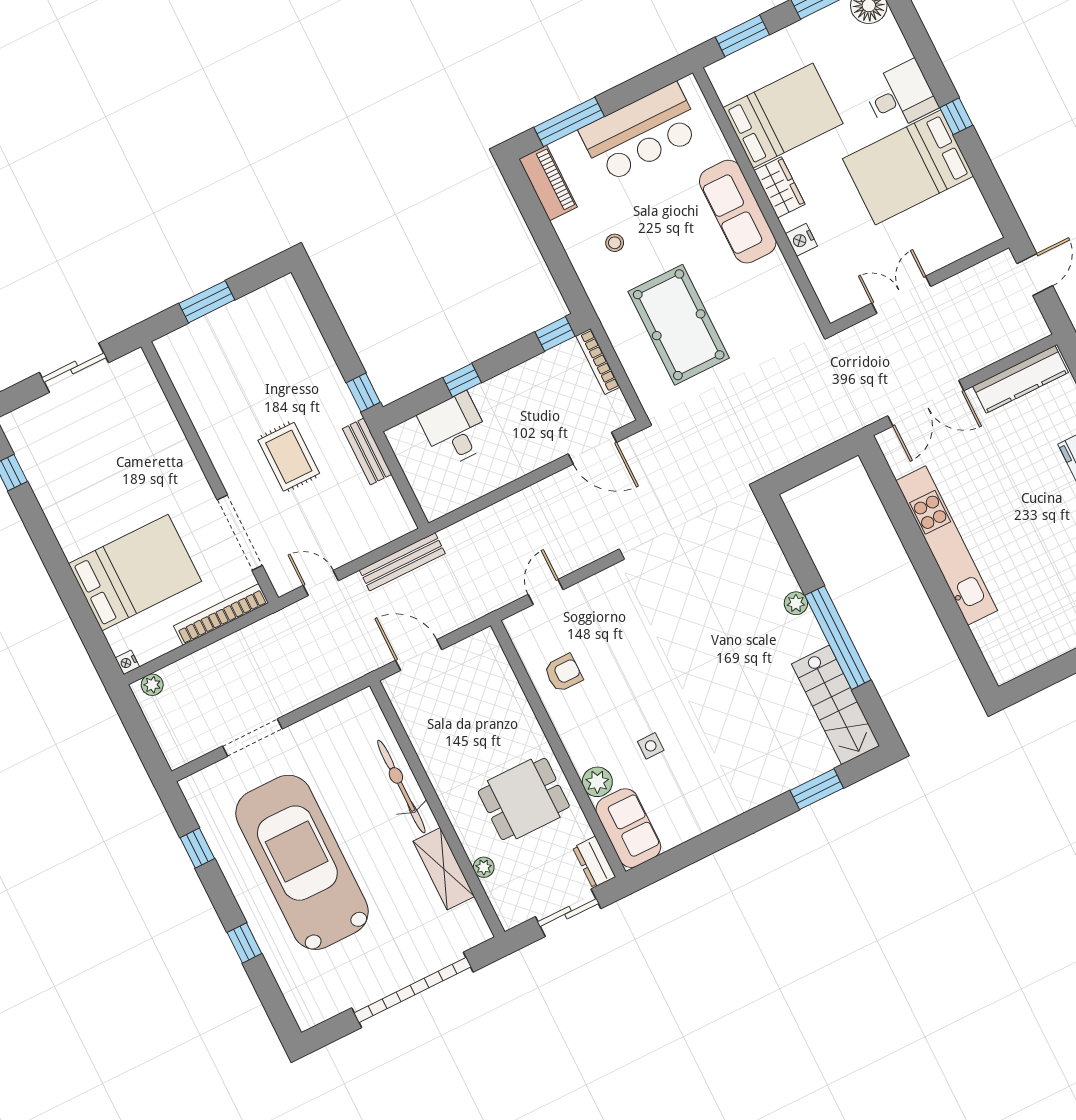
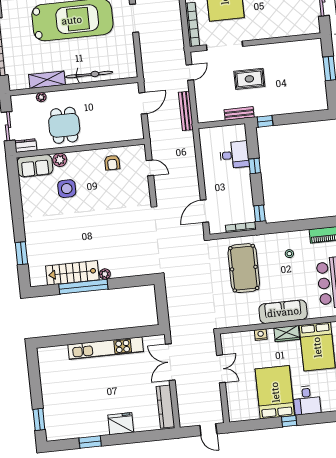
pool table: (679, 325) -> (244, 268), turned 90
stairs: (836, 705) -> (72, 273), moved
side table: (651, 746) -> (67, 189), width x1.87, depth x1.87

